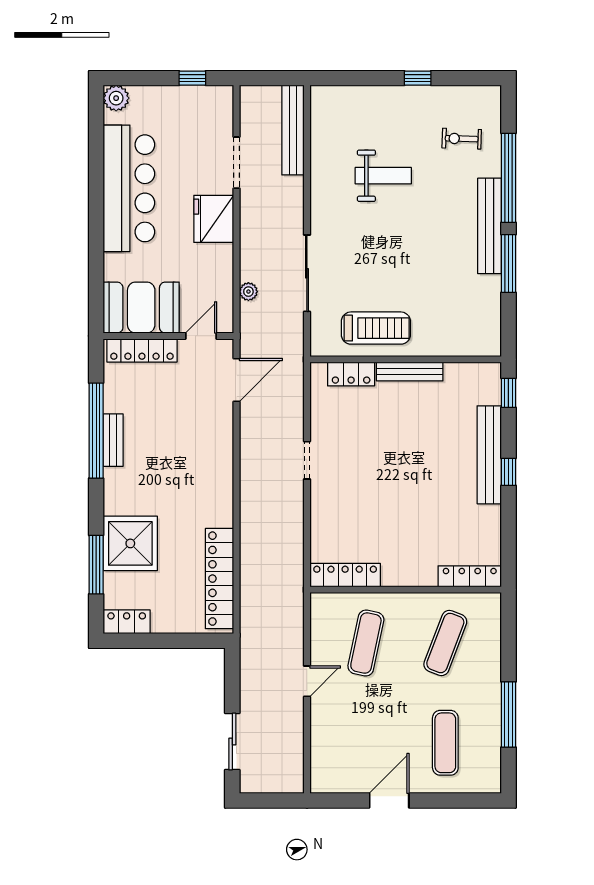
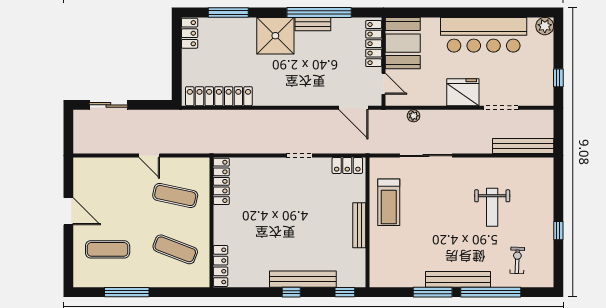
locker: (351, 374) -> (347, 165), moved, turned -90
shower: (130, 543) -> (275, 36), moved

